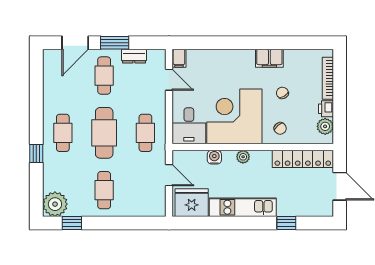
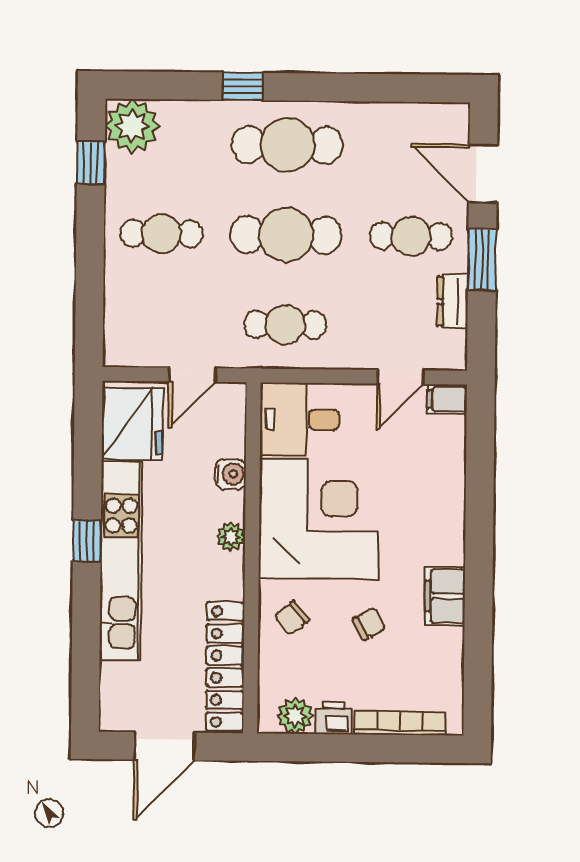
cafe table: (63, 133) -> (287, 145), width x1.37, depth x1.35
kitchen unit: (243, 207) -> (121, 561), width x1.36
window: (286, 223) -> (87, 541), moved

